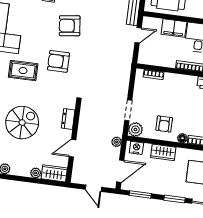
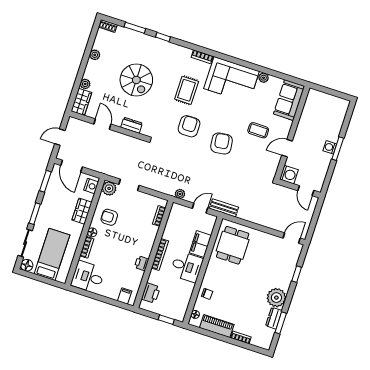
door: (138, 35) -> (200, 208), swing flipped
plant: (117, 142) -> (180, 194), moved

